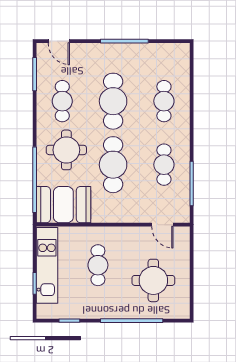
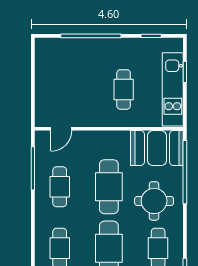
door: (162, 225) -> (61, 129), swing flipped
round table: (153, 280) -> (70, 75), removed

